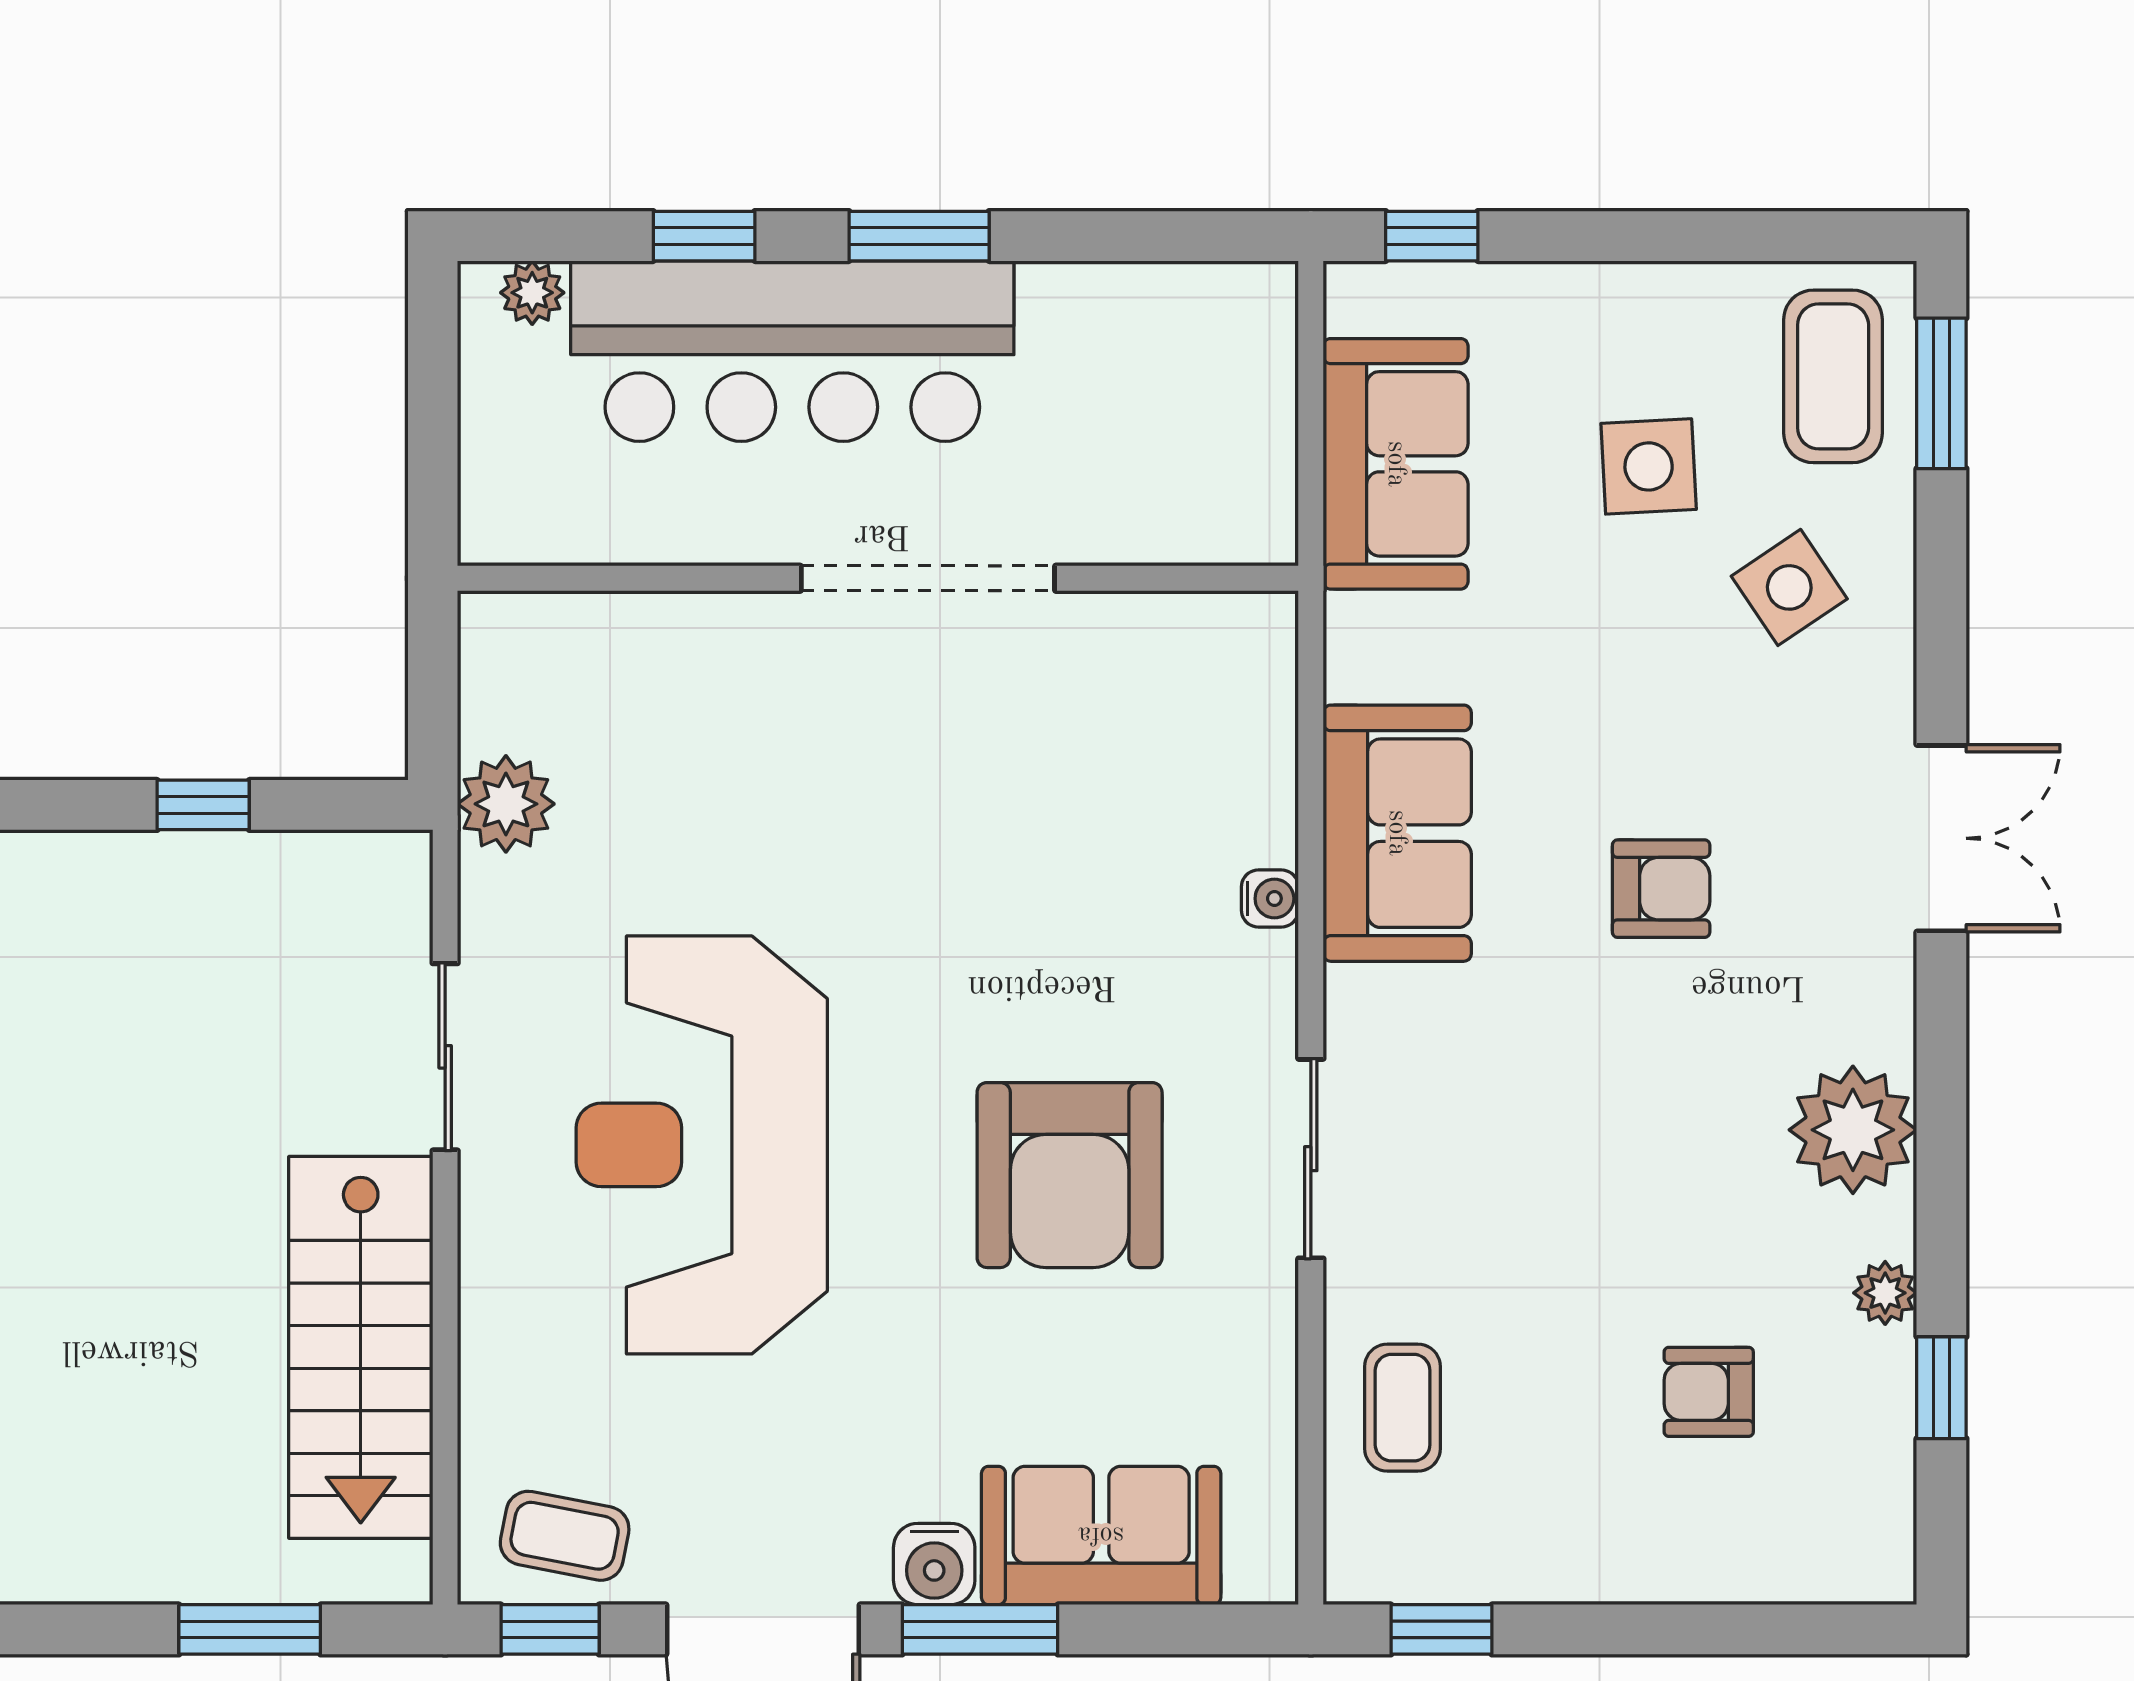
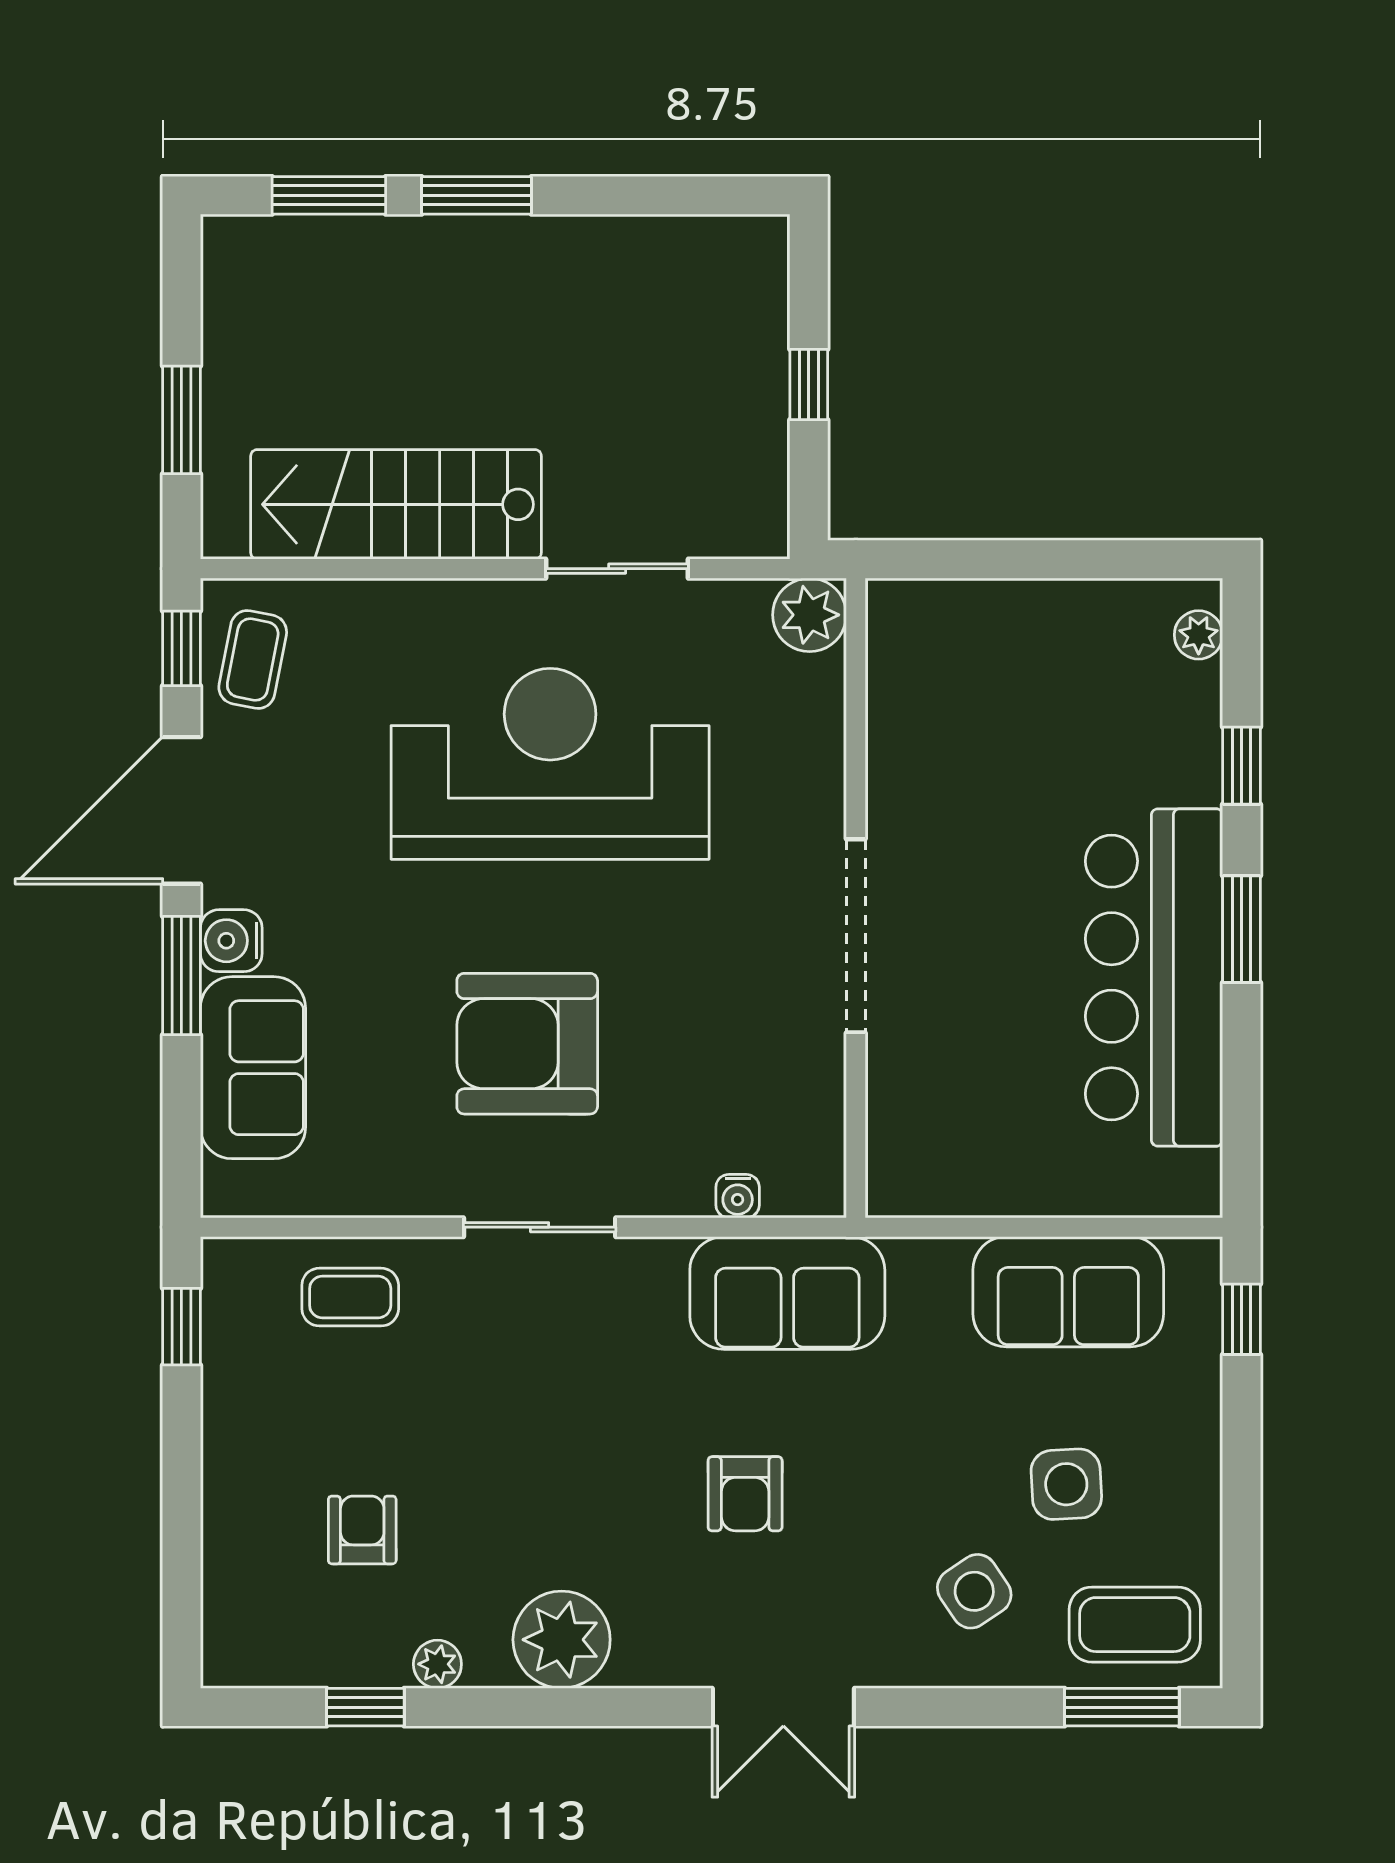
bar counter: (792, 351) -> (1154, 977), moved
wall: (878, 578) -> (856, 898), moved
doorway: (928, 578) -> (856, 936), moved

